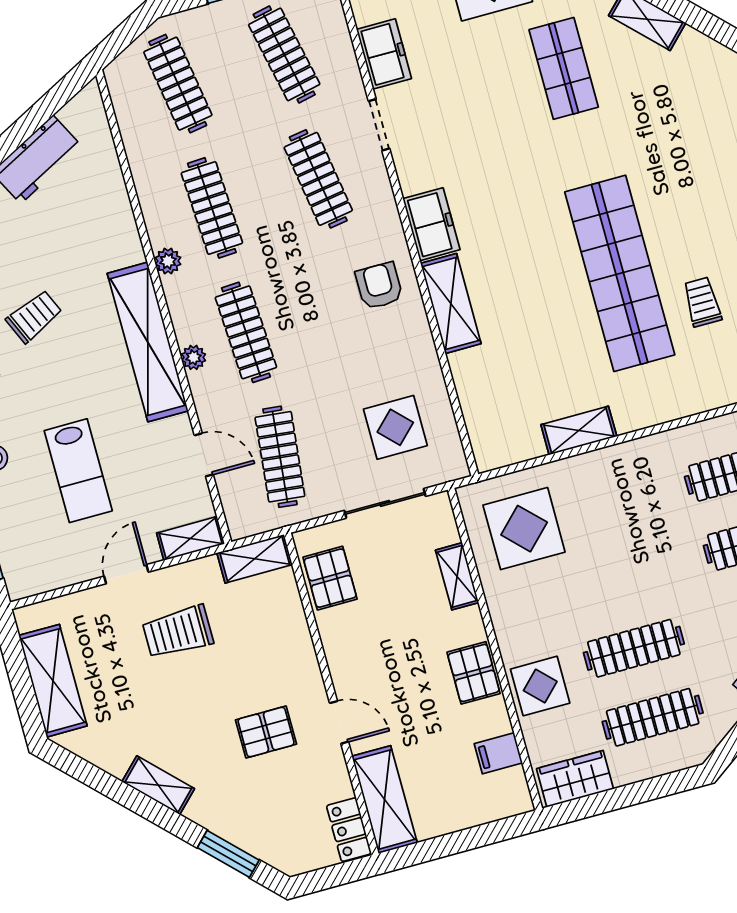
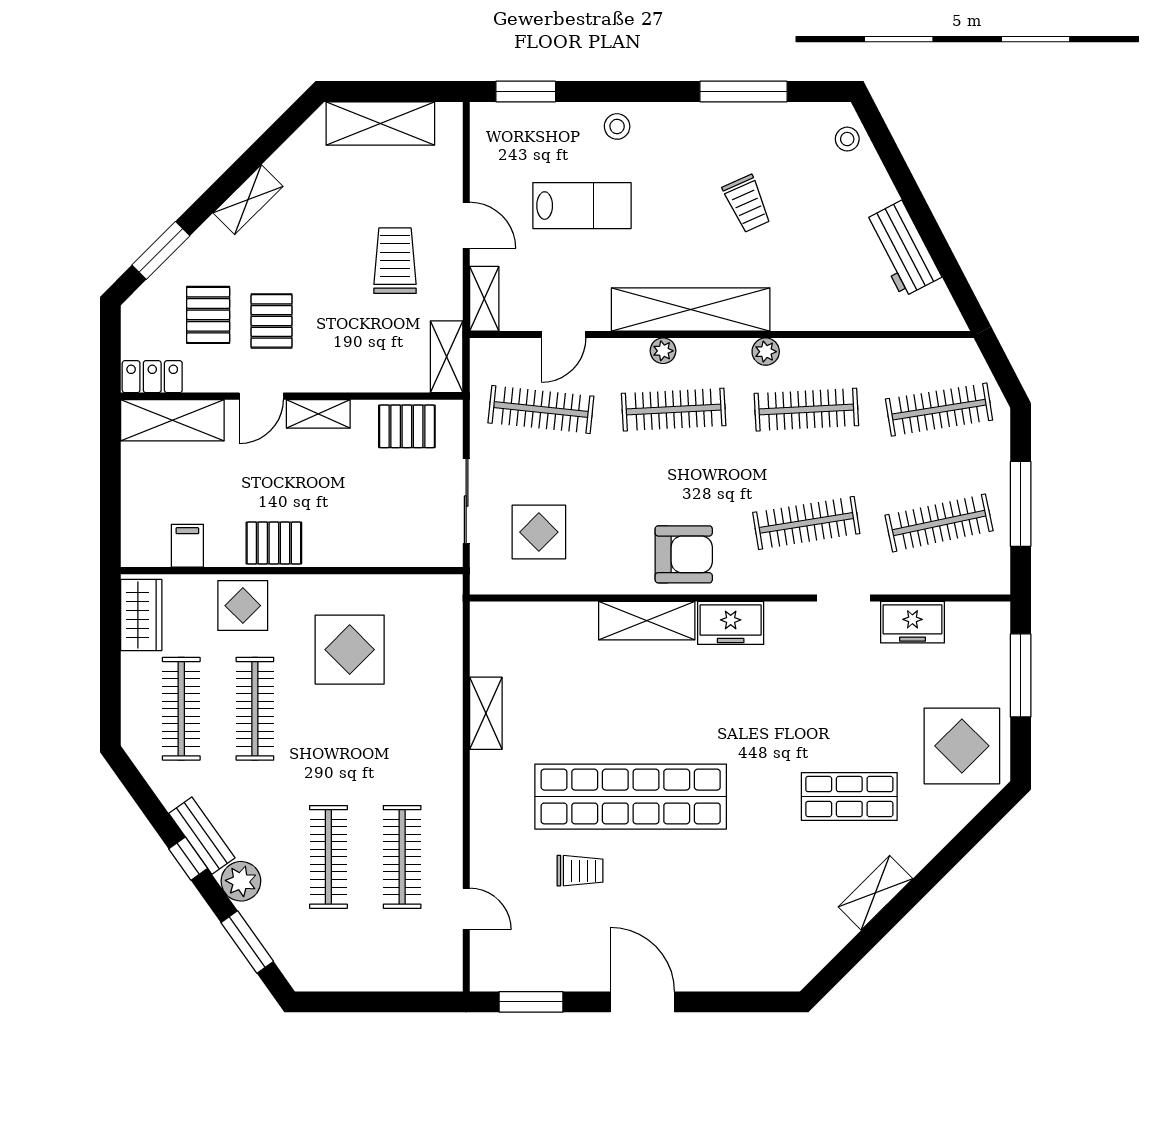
armchair: (379, 286) -> (684, 554), width x1.38, depth x1.38
lab bench: (78, 471) -> (582, 206), turned 180
display table: (524, 529) -> (350, 650), moved
shelving: (457, 576) -> (318, 414), moved
pallet: (277, 793) -> (208, 315), added

